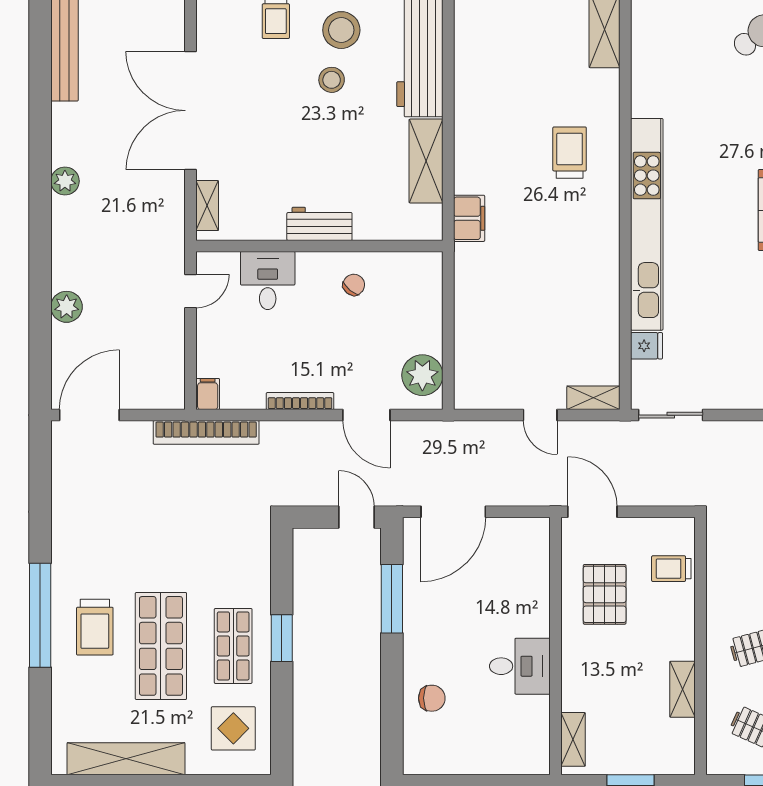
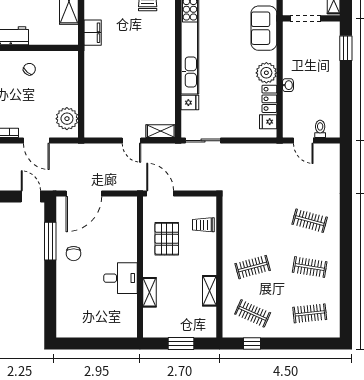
chair: (432, 698) -> (74, 254), moved, turned 90
shelving: (573, 739) -> (150, 292), moved

